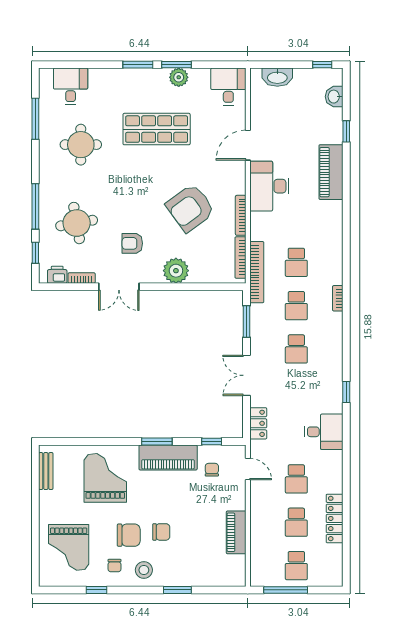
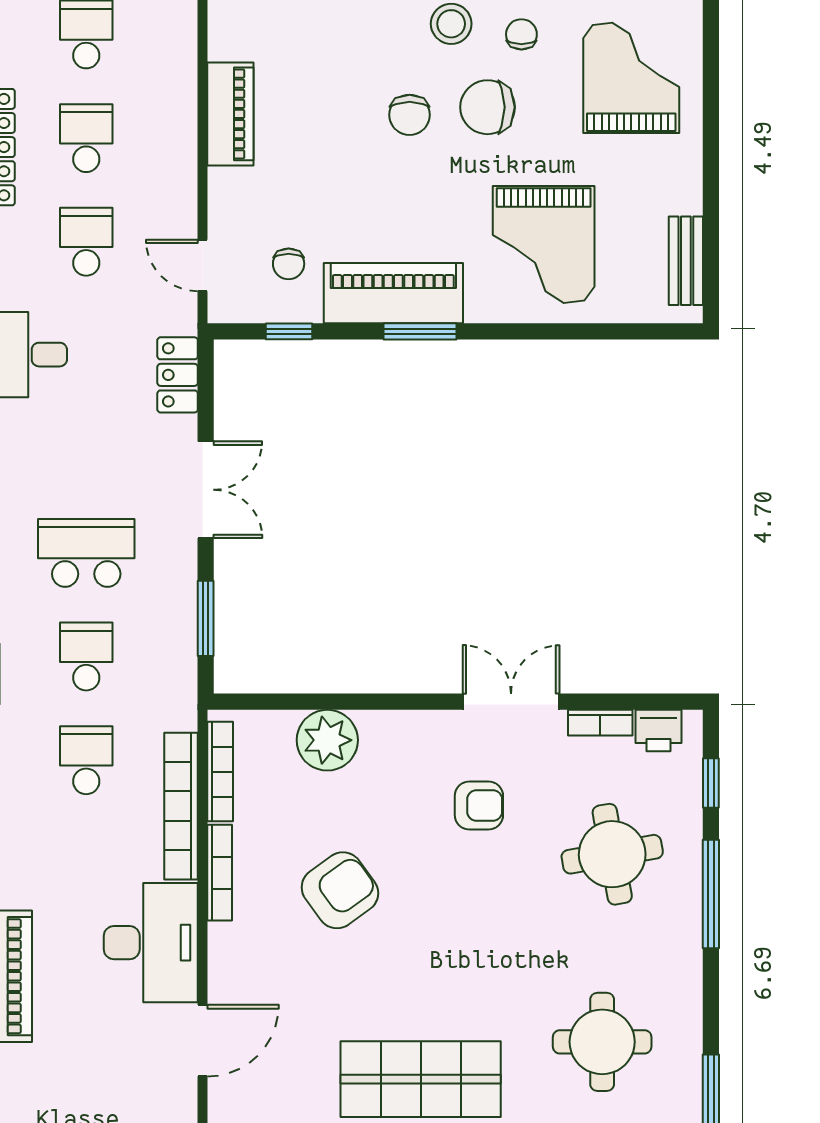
armchair: (190, 208) -> (340, 890), width x0.73, depth x0.73
plant: (176, 271) -> (327, 740), moved
bookcase: (257, 272) -> (181, 806), moved
school desk: (296, 349) -> (86, 553), width x1.85
chair: (161, 532) -> (410, 115), turned -90

